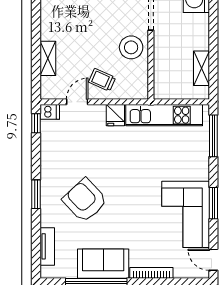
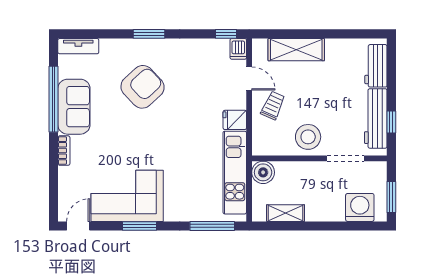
shelving: (48, 58) -> (296, 50), width x1.50, depth x1.33
boiler: (164, 89) -> (263, 172), added
tv unit: (47, 246) -> (78, 46), moved
bookcase: (151, 273) -> (64, 151), width x0.64

